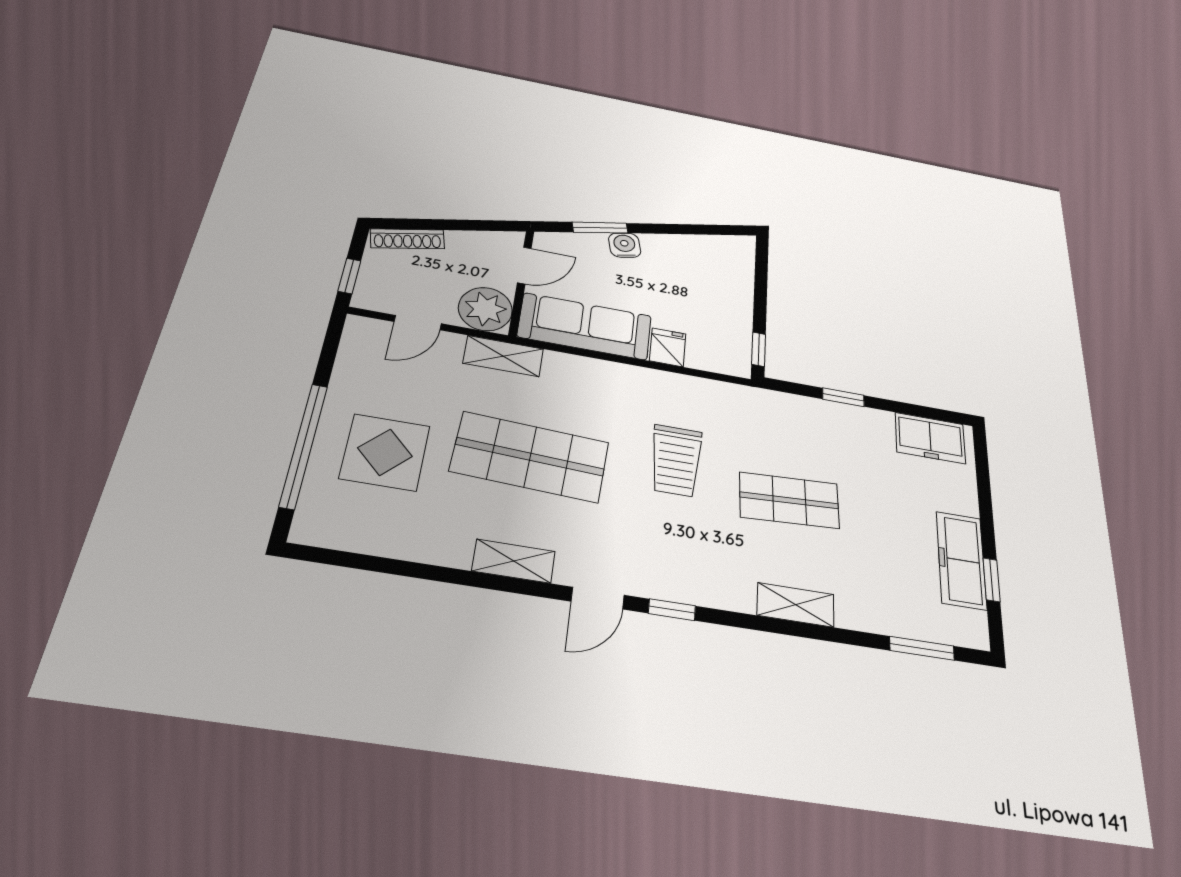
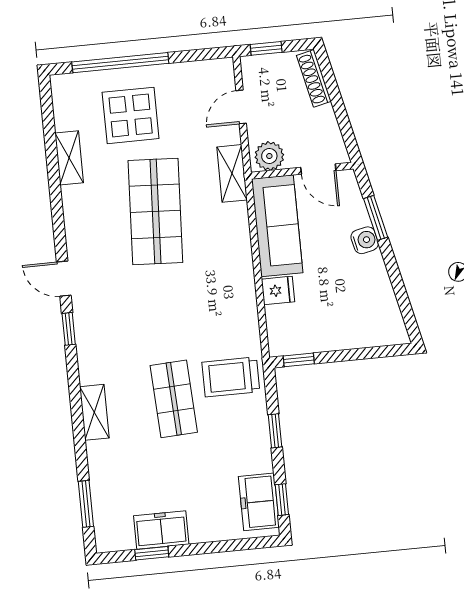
plant: (485, 309) -> (269, 156), width x0.73, depth x0.73
door: (418, 323) -> (241, 107), hinge flipped
window: (929, 413) -> (282, 500), added
trolley: (676, 460) -> (231, 377), moved
freezer: (961, 560) -> (161, 530), width x0.71
shelving: (514, 561) -> (69, 158), moved

